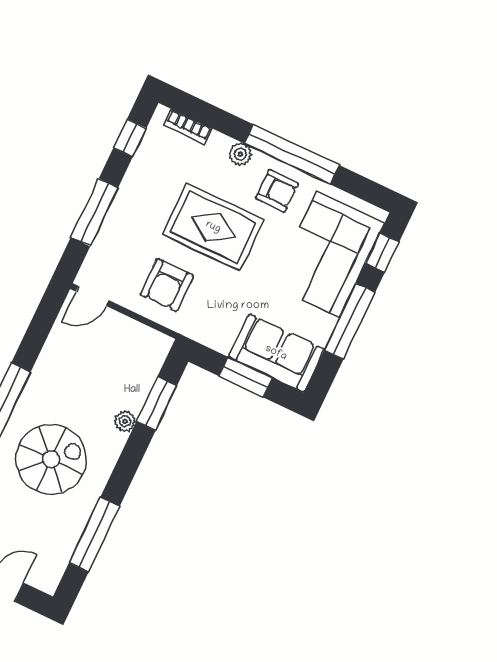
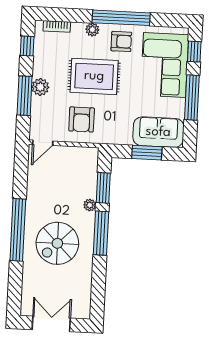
plant: (124, 209) -> (40, 87), added
spiral stairs: (51, 459) -> (57, 243), turned 180
window: (94, 534) -> (101, 233), moved

